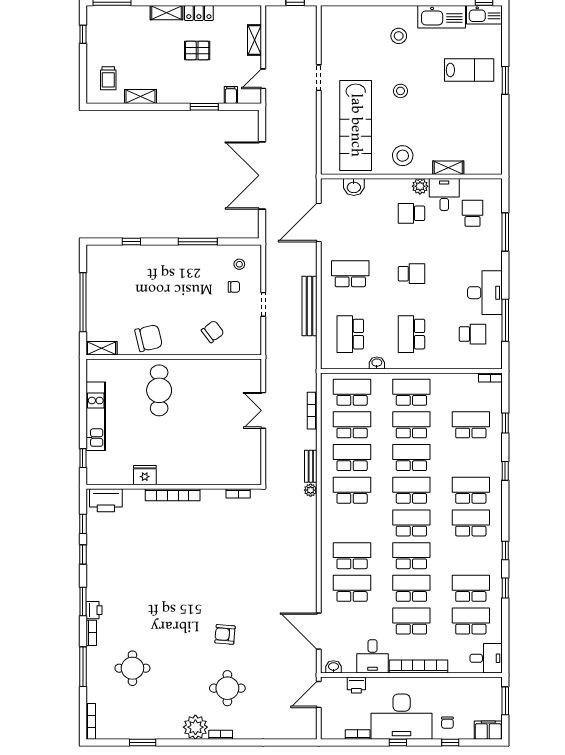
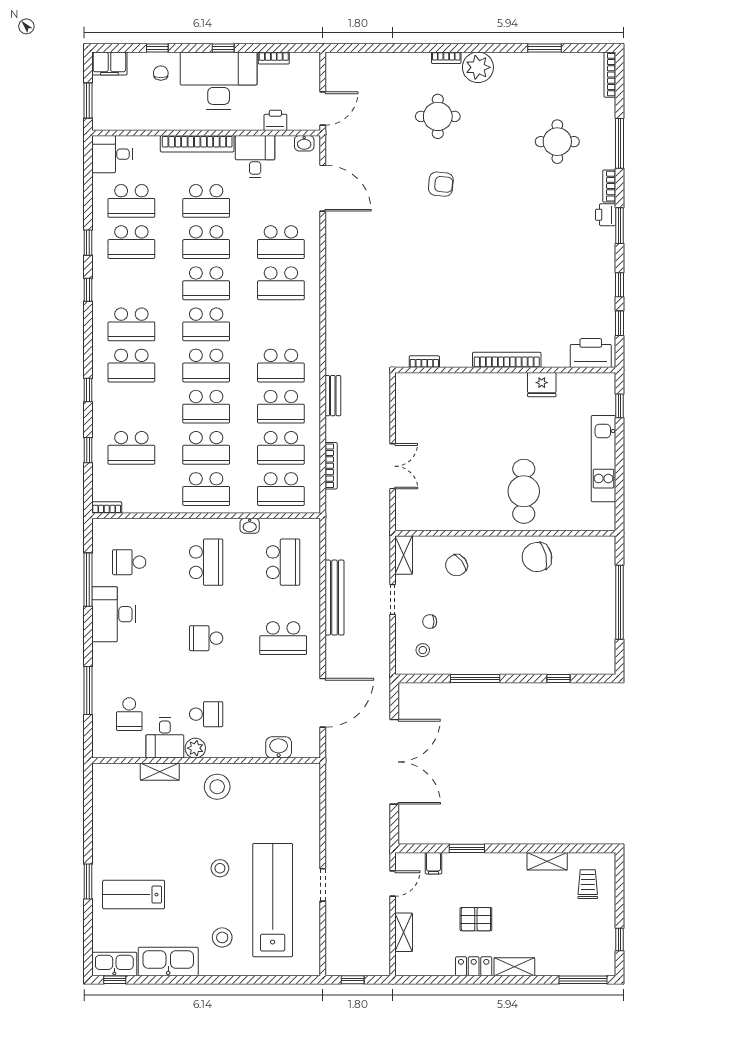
lab bench: (356, 125) -> (273, 900), moved
shelving: (101, 348) -> (404, 555), moved, turned 90
plant: (311, 490) -> (333, 366), removed

